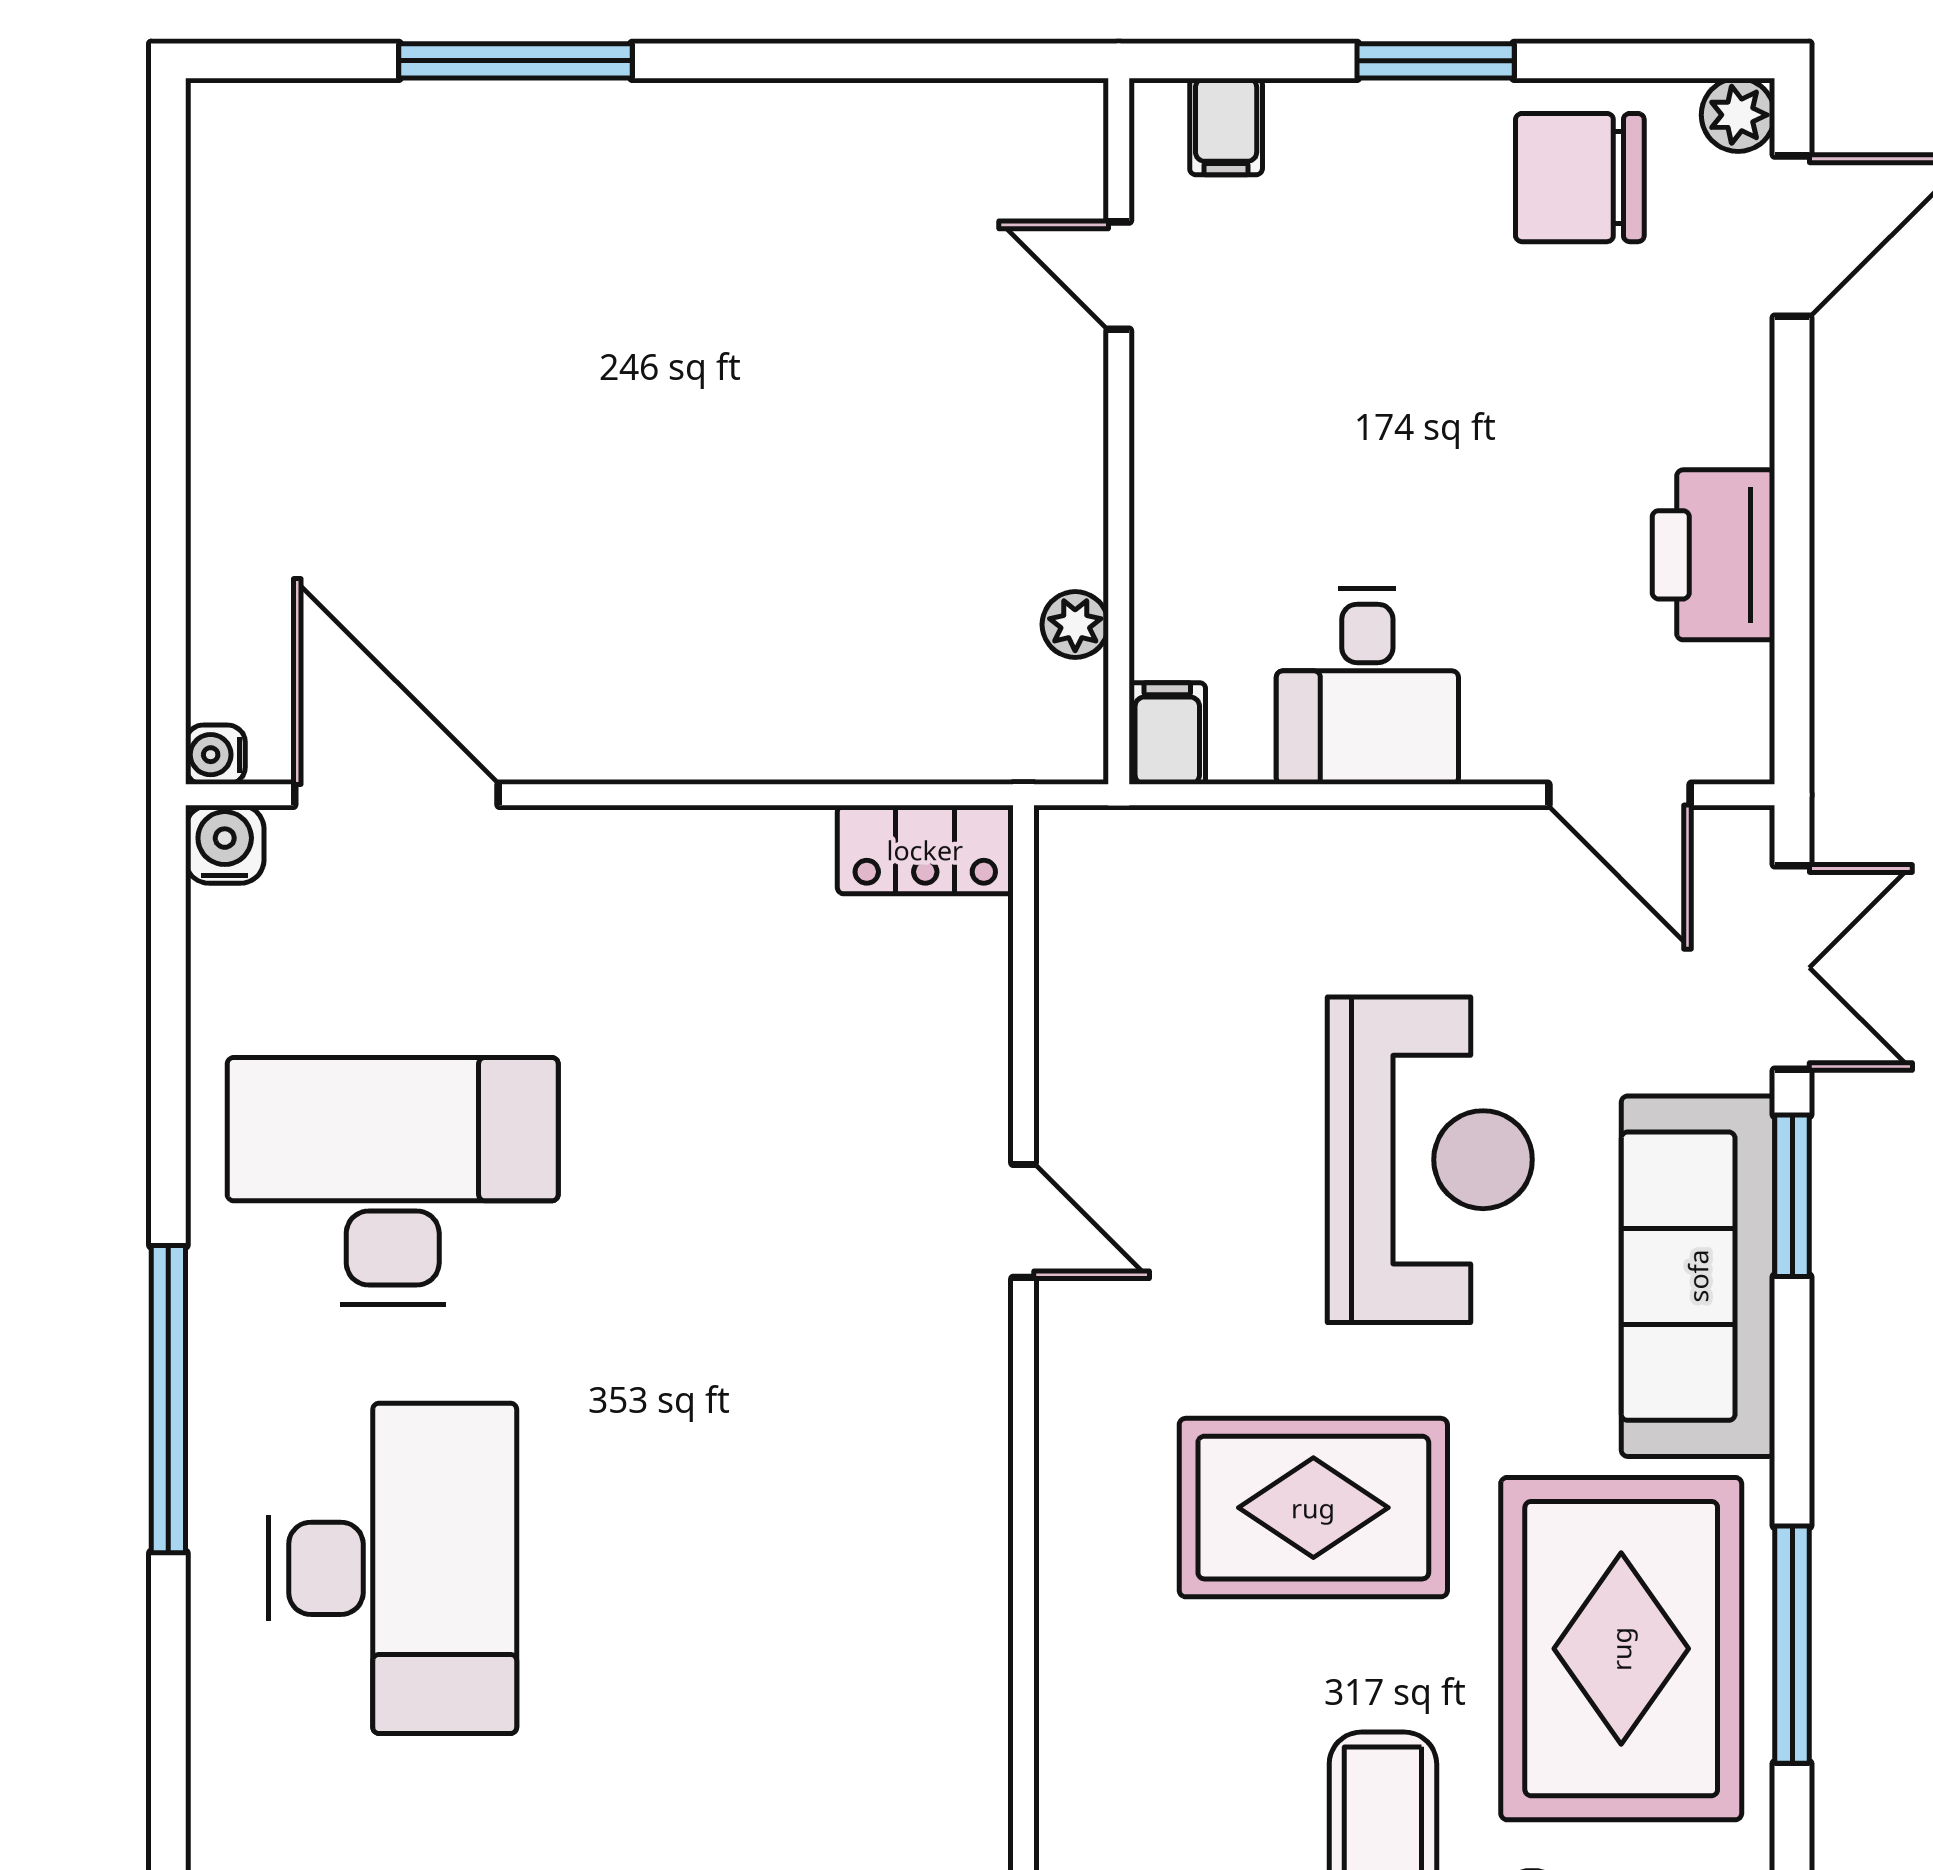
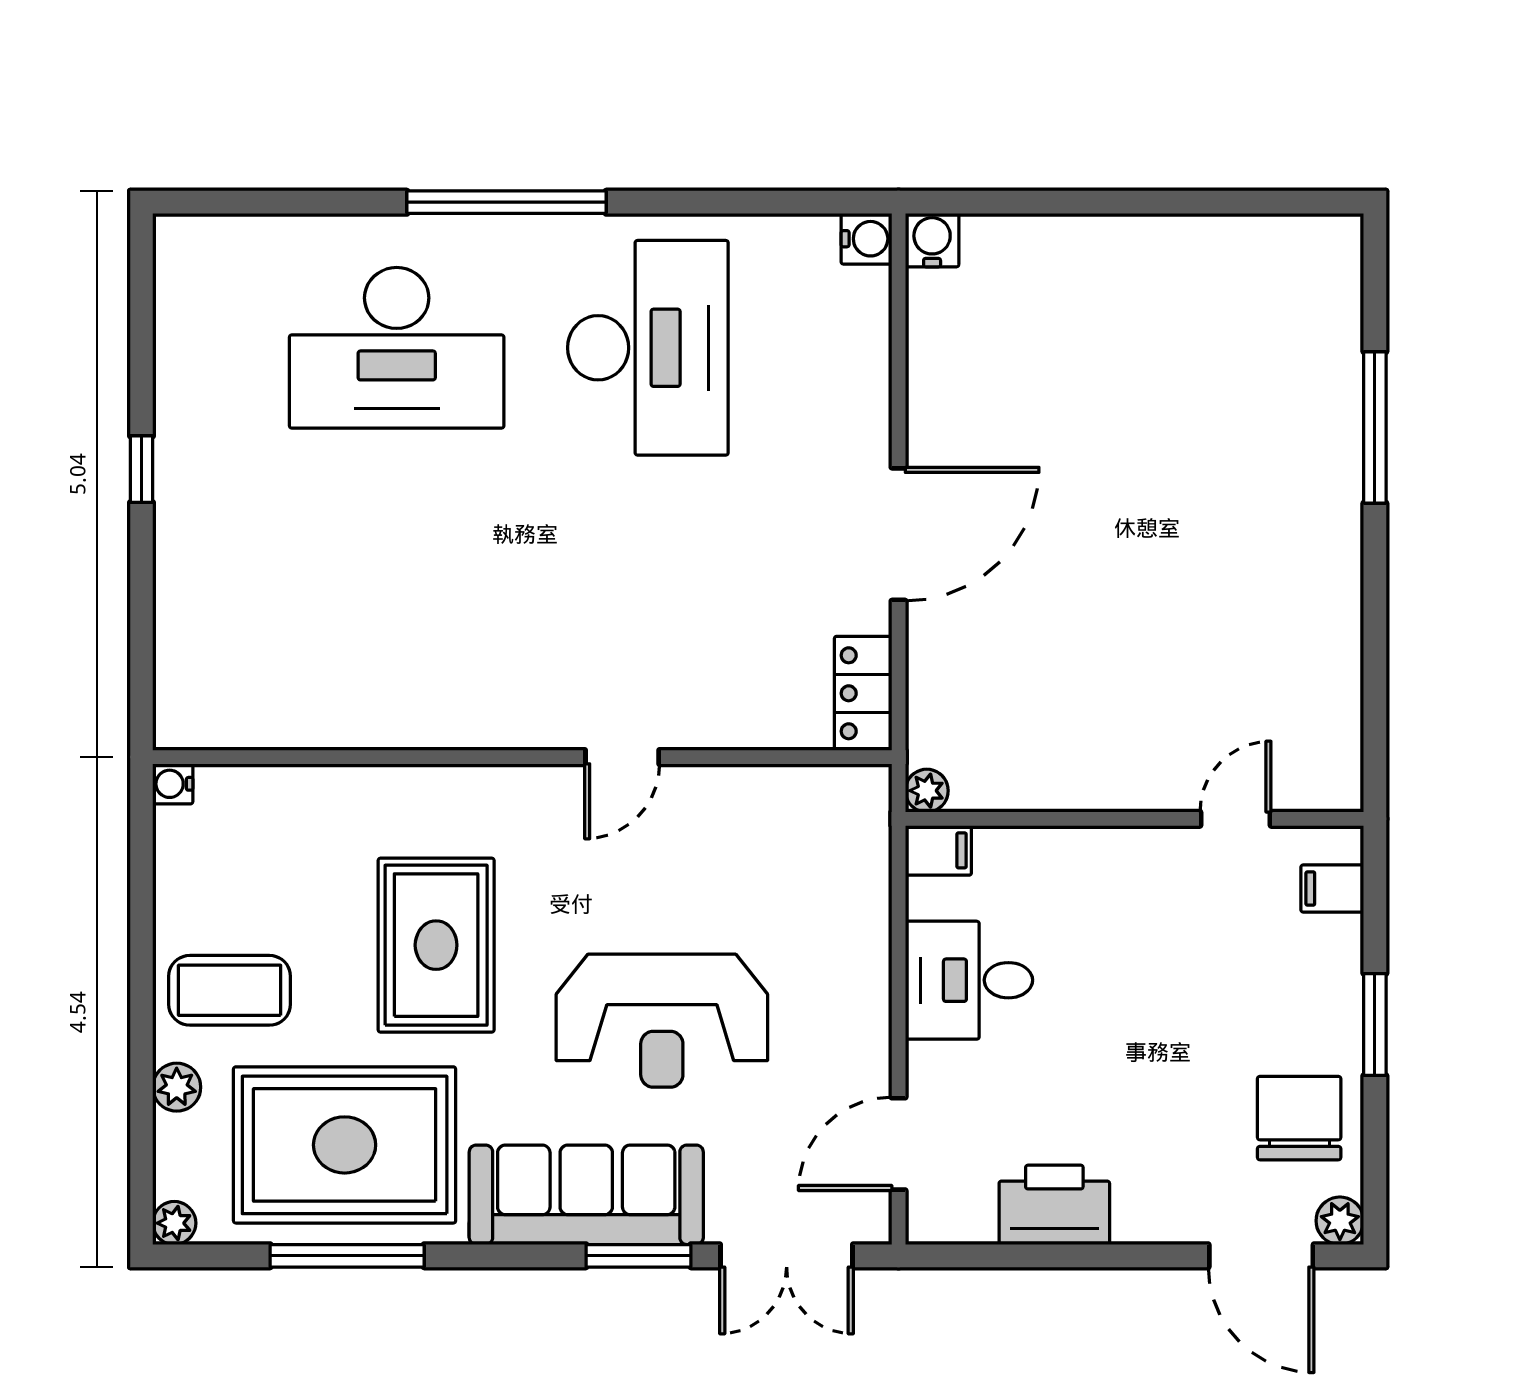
plant: (1075, 625) -> (927, 791), moved
water cooler: (215, 755) -> (932, 240), width x1.38, depth x1.38
door: (396, 795) -> (899, 534), moved

